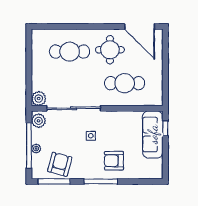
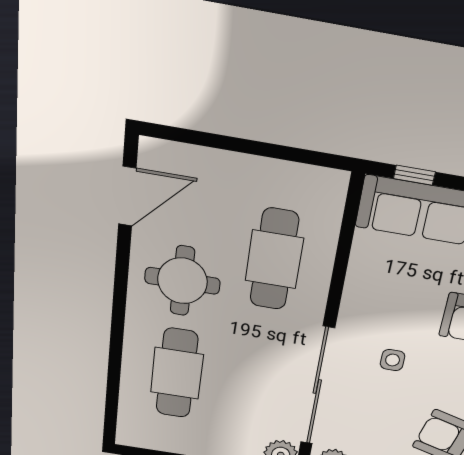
door: (140, 26) -> (127, 196), width x0.73

